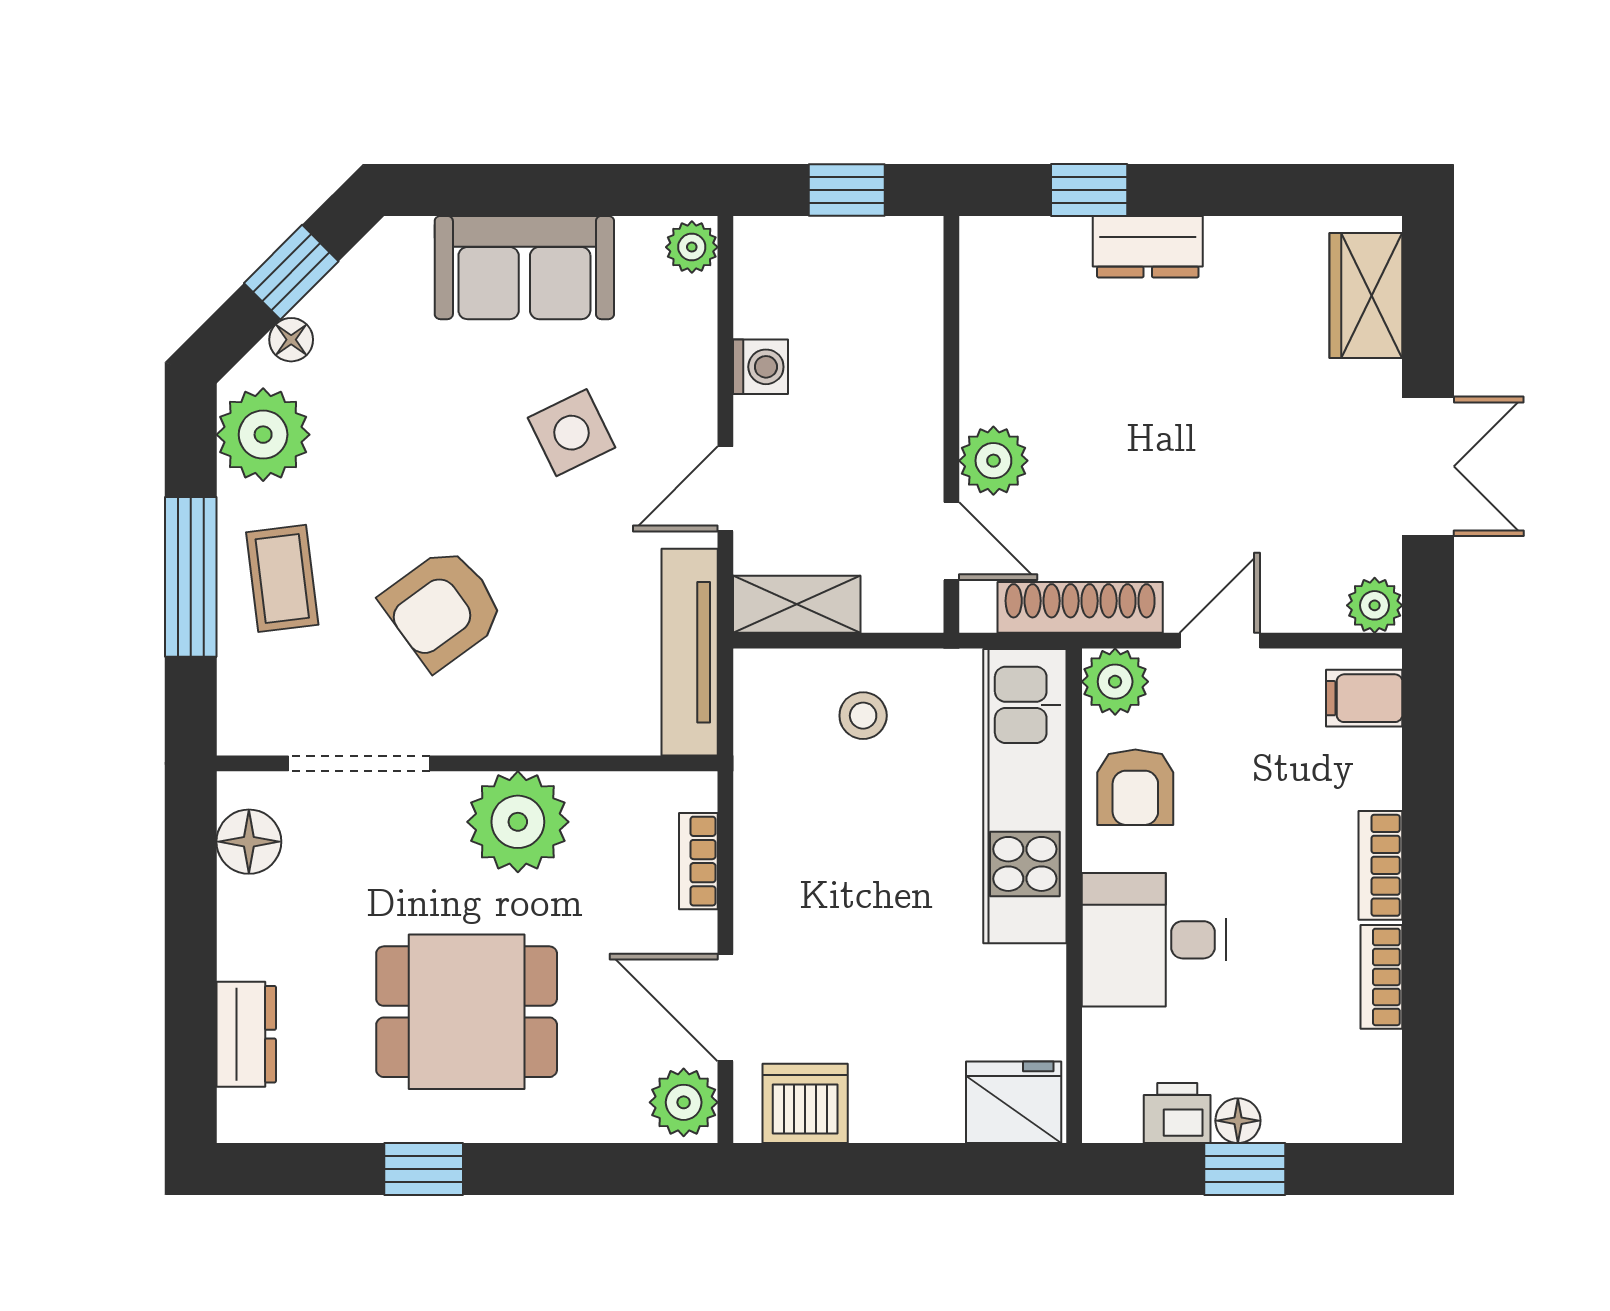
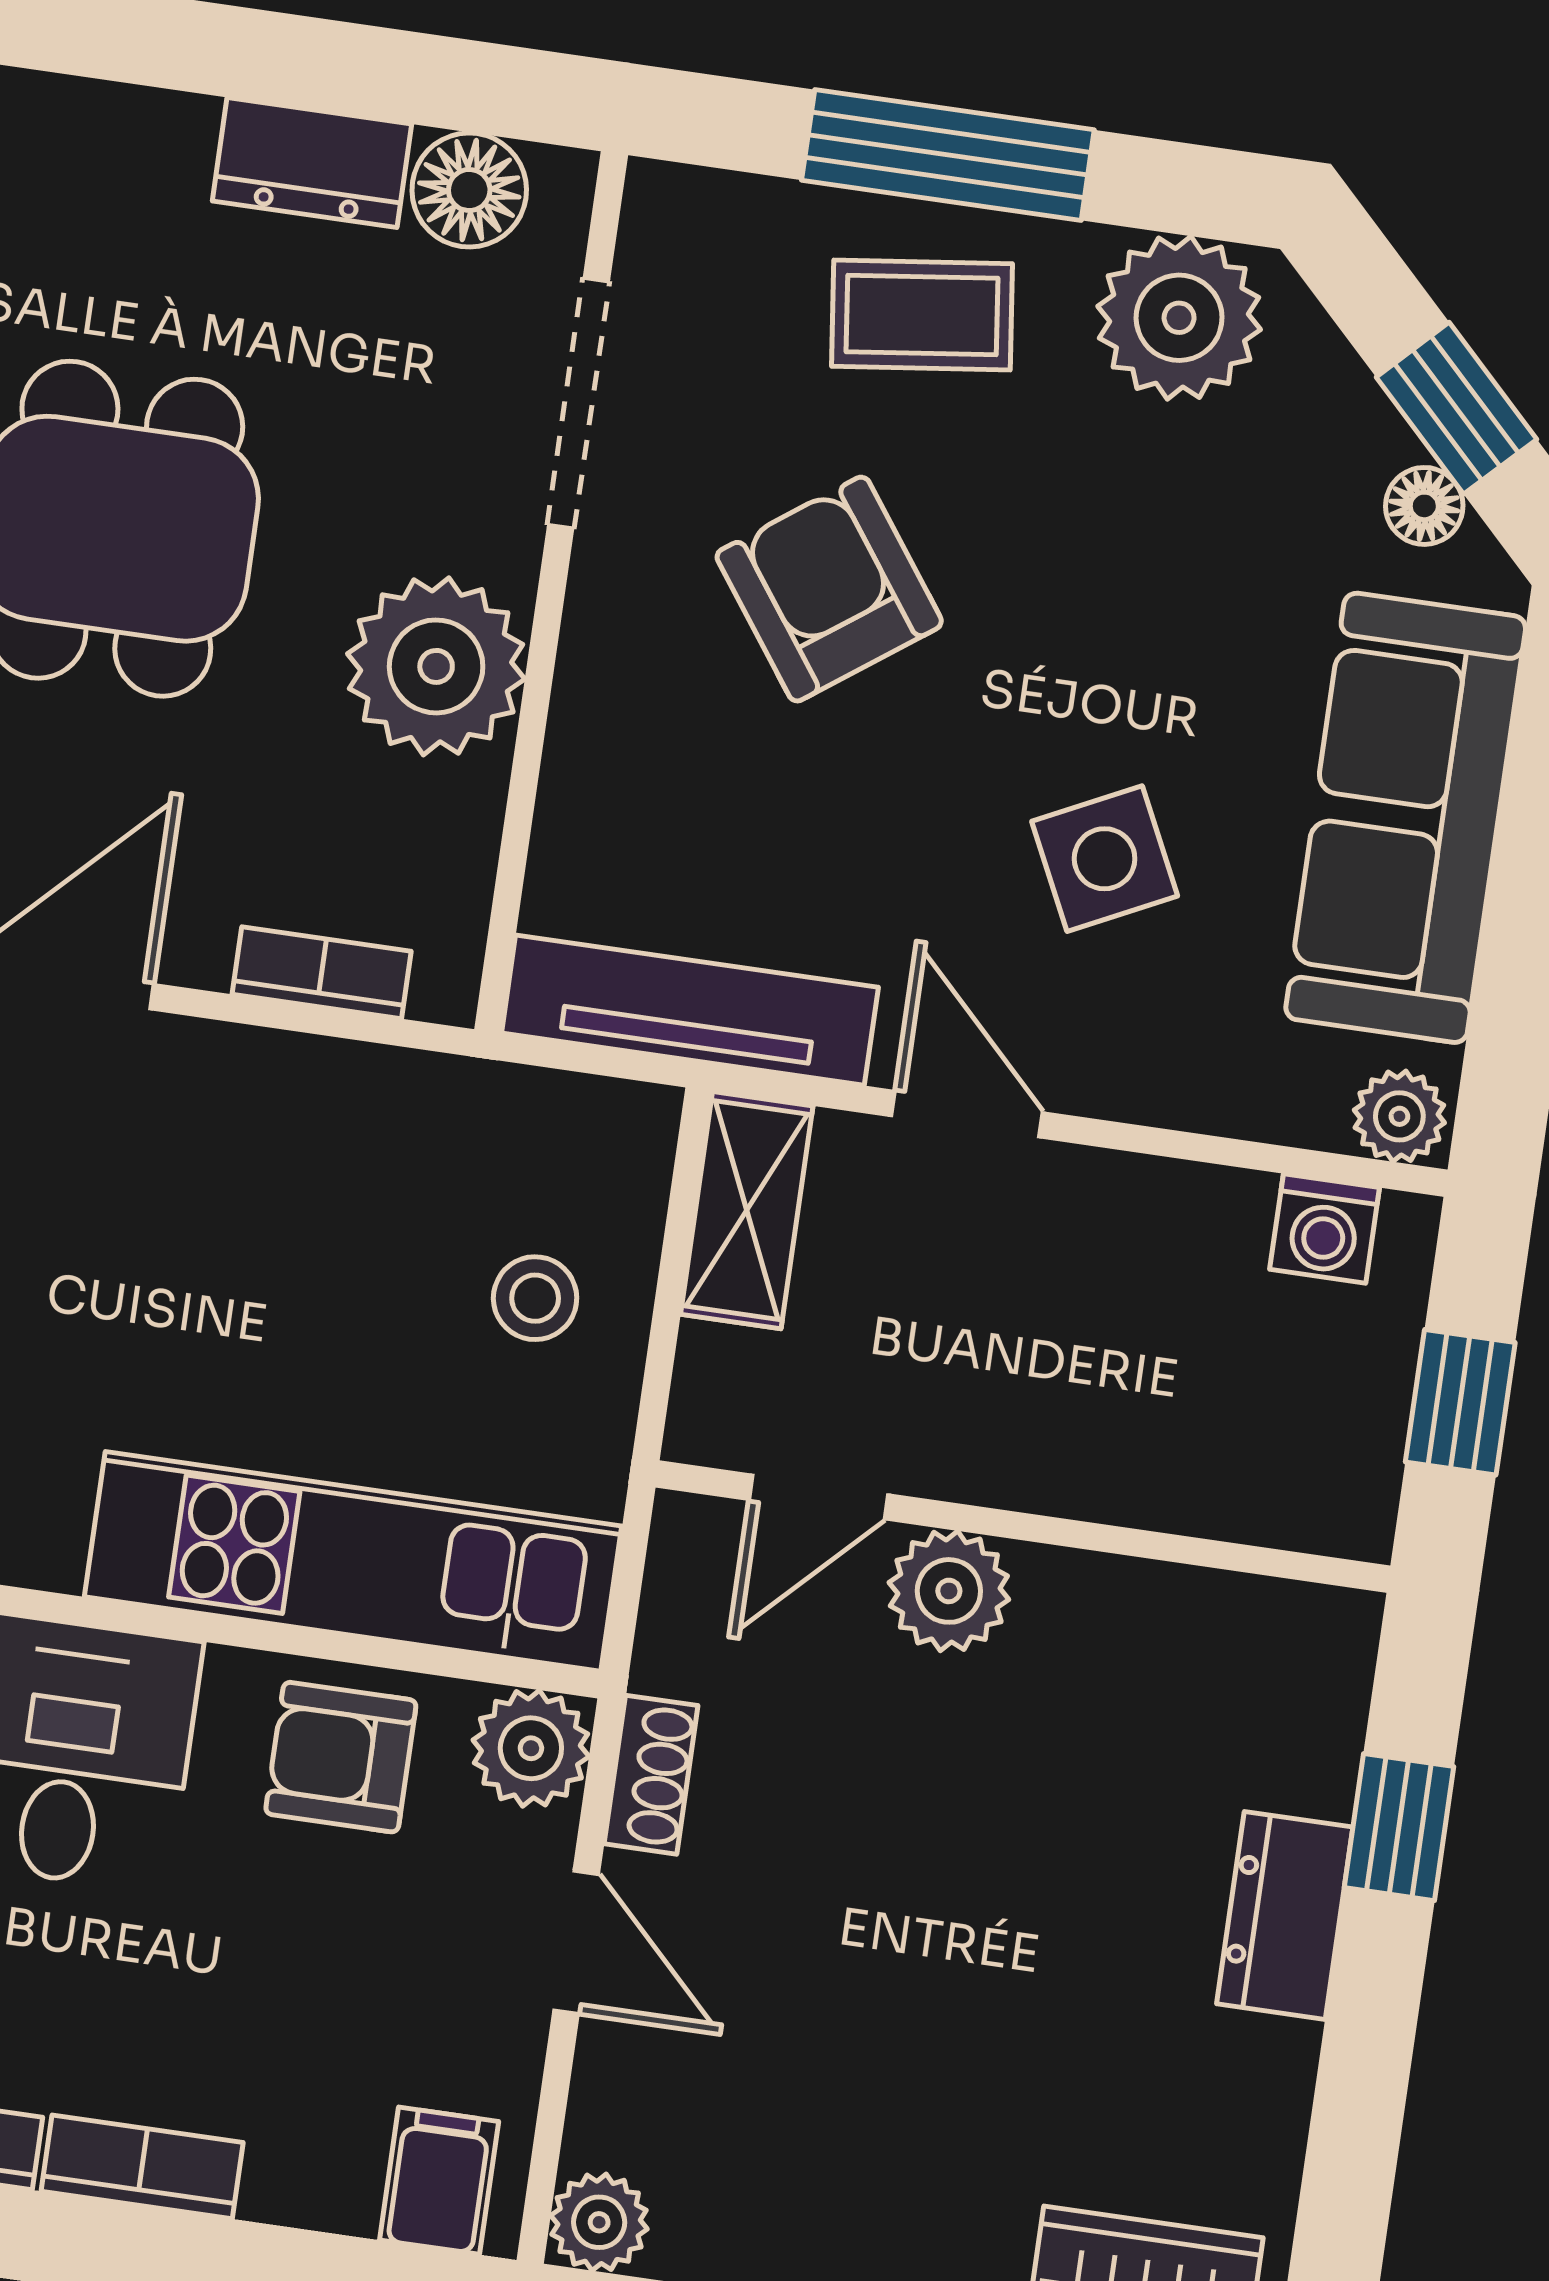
sofa: (524, 268) -> (1406, 818), width x1.36
floor lamp: (291, 340) -> (1424, 506), moved
washing machine: (760, 367) -> (1325, 1228), moved
shoe rack: (1080, 607) -> (651, 1775), width x0.51, depth x0.81
dresser: (246, 1034) -> (312, 163), moved

